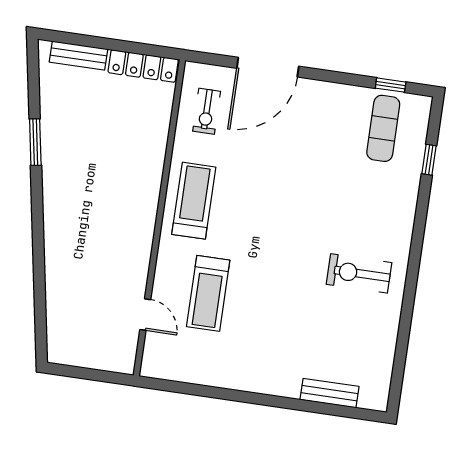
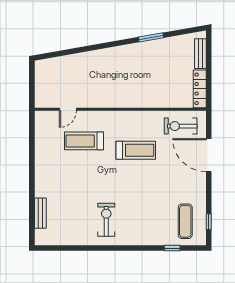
exercise bike: (207, 111) -> (181, 126), width x1.38, depth x1.39
exercise mat: (383, 128) -> (185, 221), turned 90
treadmill: (194, 201) -> (136, 150), moved

